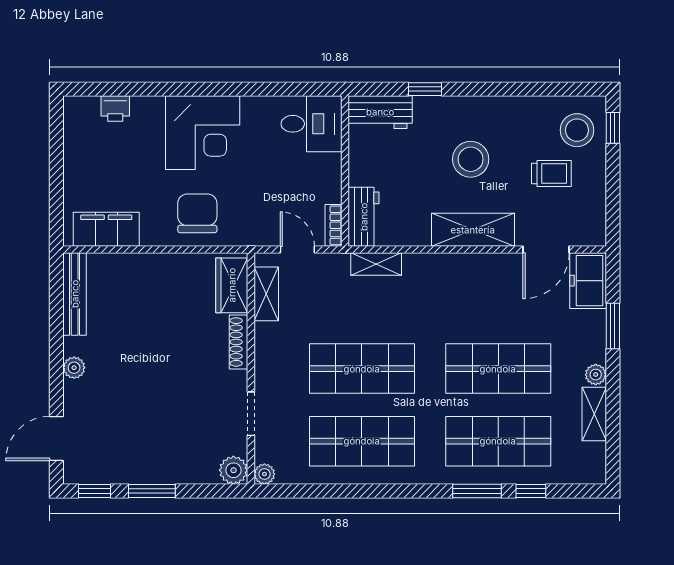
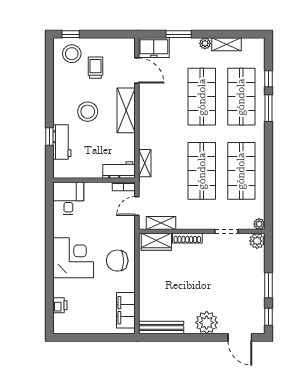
workbench: (380, 112) -> (62, 142), moved
plant: (74, 368) -> (207, 323), width x1.88, depth x1.88

